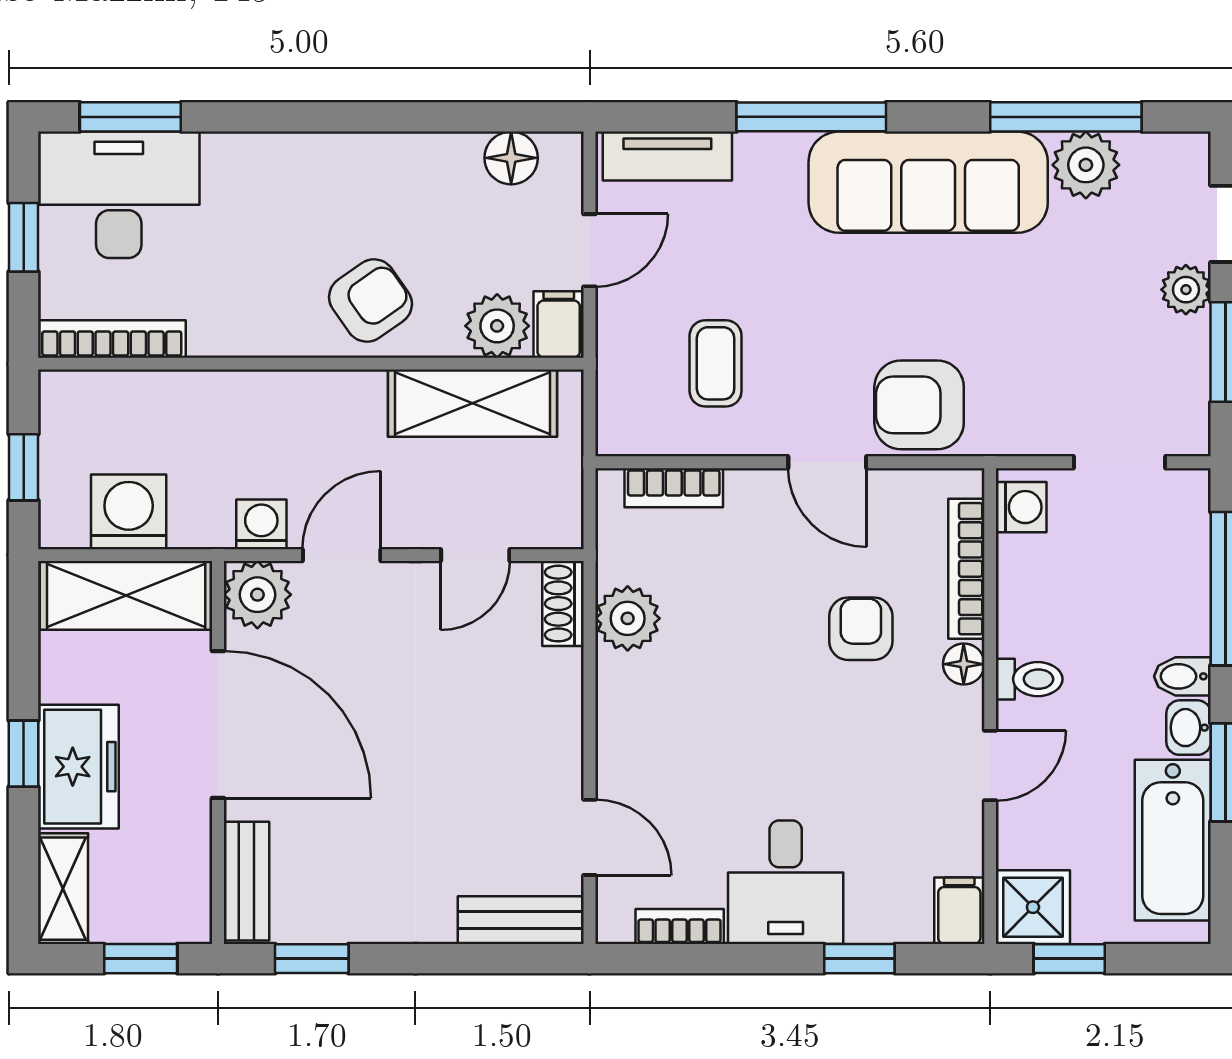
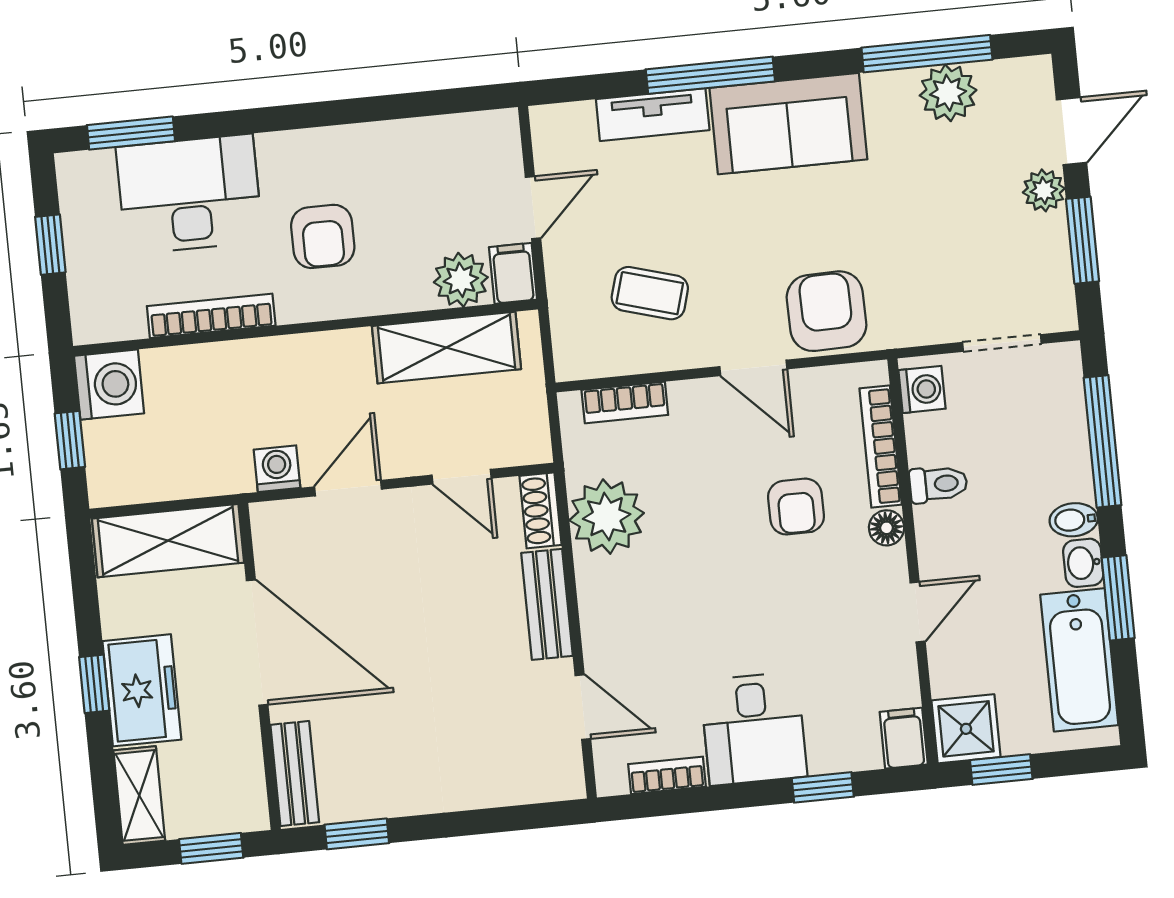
tv unit: (667, 156) -> (653, 115), moved
floor lamp: (511, 158) -> (458, 136), removed
sofa: (928, 182) -> (788, 124), width x0.73
desk: (119, 195) -> (189, 194), moved
armchair: (370, 301) -> (323, 236), moved, turned 125
bookcase: (112, 339) -> (211, 316), moved
coffee table: (716, 363) -> (650, 293), turned -74
armchair: (919, 405) -> (826, 311), turned 89
washing machine: (129, 512) -> (109, 385), moved, turned 90
door: (475, 555) -> (462, 477), hinge flipped
plant: (257, 595) -> (280, 529), removed
plant: (628, 618) -> (607, 517), width x1.36, depth x1.36
armchair: (861, 629) -> (796, 507), turned 180
toilet: (1029, 679) -> (938, 484), moved
bench: (521, 920) -> (547, 604), moved, turned 90

